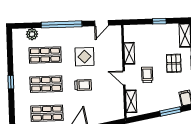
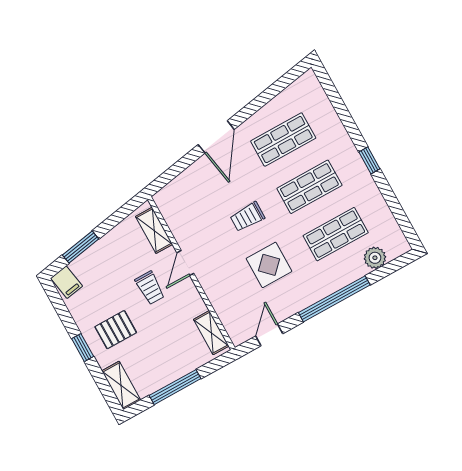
window: (159, 21) -> (175, 387), width x2.17
shelving: (129, 53) -> (211, 333), moved
pallet: (174, 63) -> (116, 330), turned 90
door: (124, 78) -> (185, 263), swing flipped

